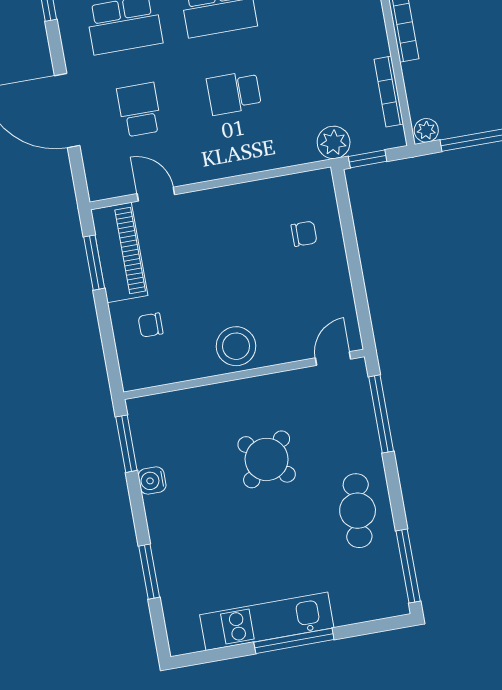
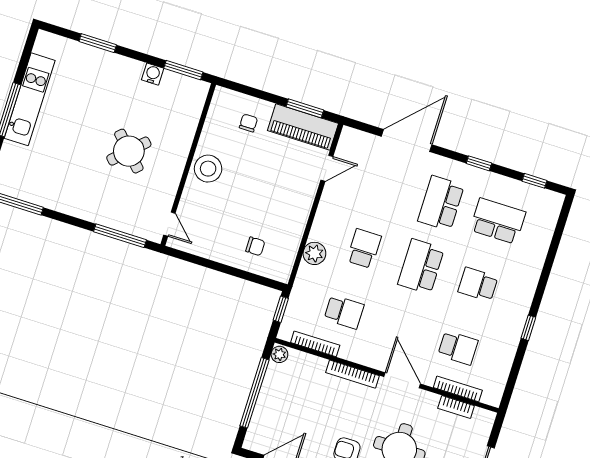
school desk: (139, 110) -> (344, 312), moved
plant: (334, 142) -> (314, 253), moved
chair: (304, 234) -> (255, 246), turned -90
cafe table: (358, 511) -> (68, 190), removed

